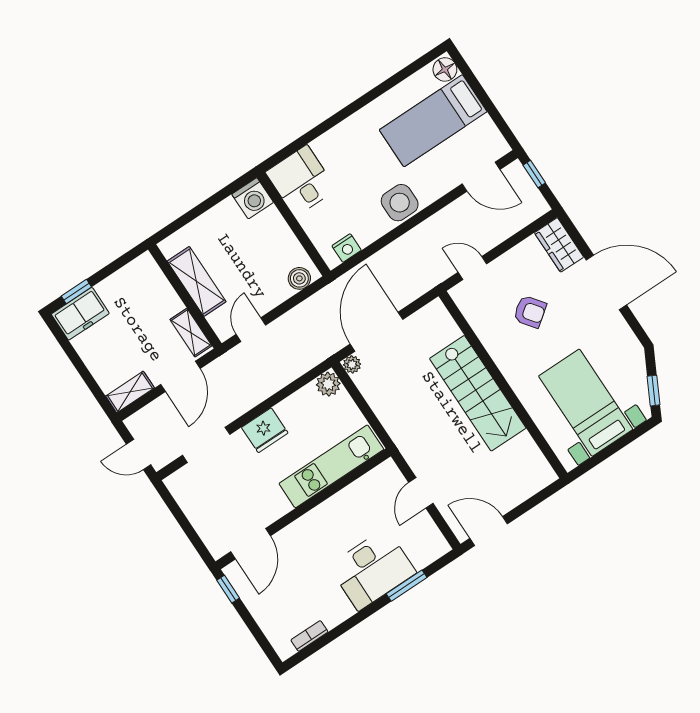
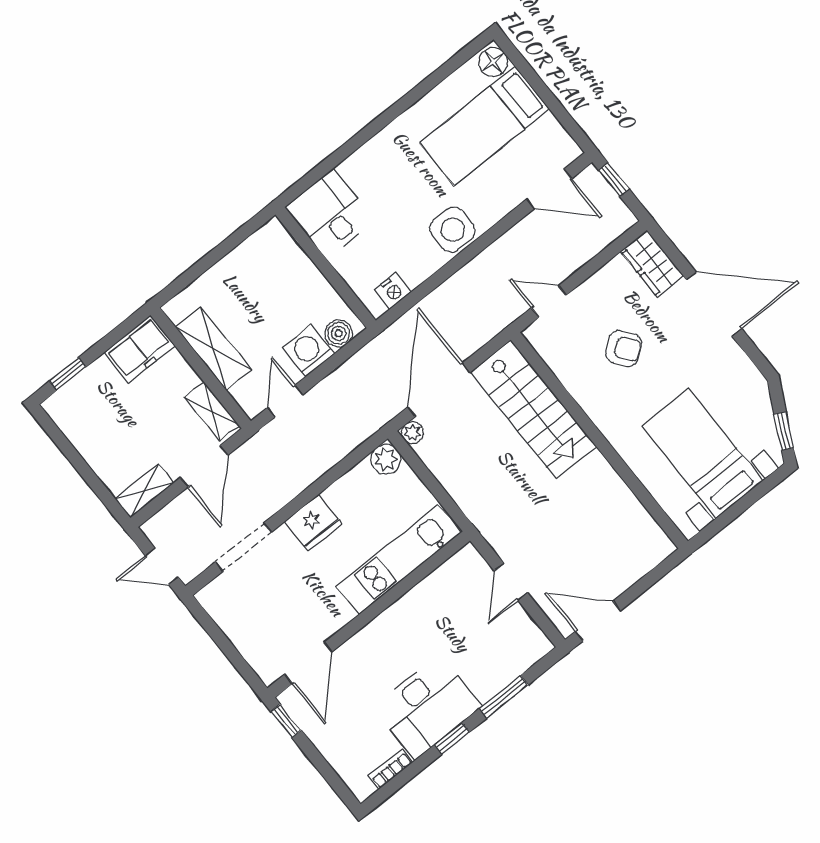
washing machine: (253, 198) -> (309, 351), moved, turned 180
freezer: (80, 314) -> (139, 349), moved
stairs: (478, 393) -> (533, 409), moved
desk: (372, 569) -> (427, 707), moved
window: (361, 616) -> (452, 738), added

